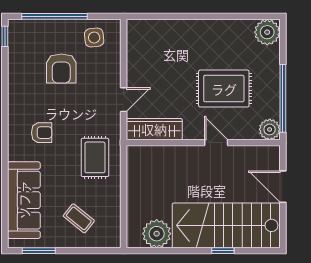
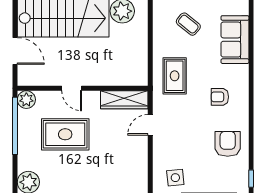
armchair: (61, 68) -> (228, 144), moved
sofa: (24, 200) -> (235, 40), width x0.73

